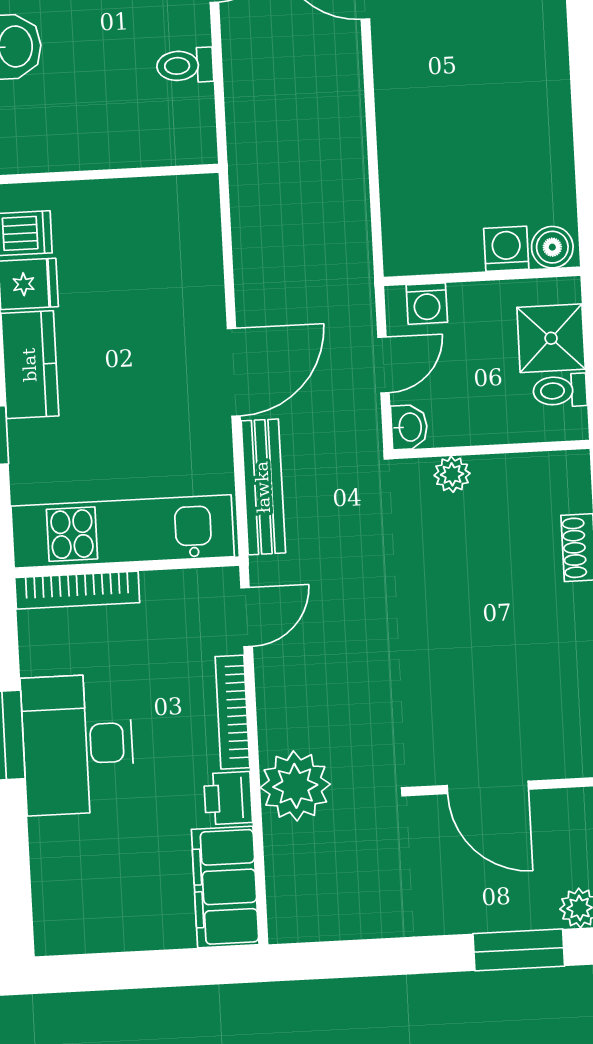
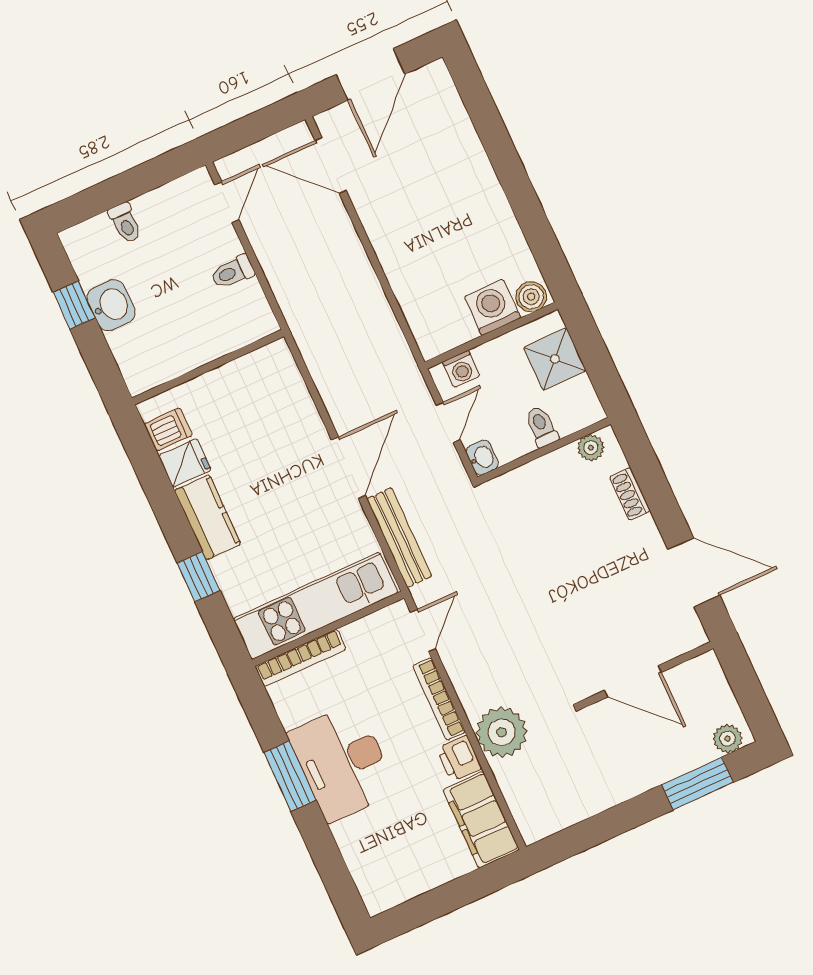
washing machine: (506, 249) -> (492, 307), width x1.38, depth x1.38
toilet: (560, 391) -> (542, 427), moved, turned 90
plant: (452, 474) -> (591, 448), moved

